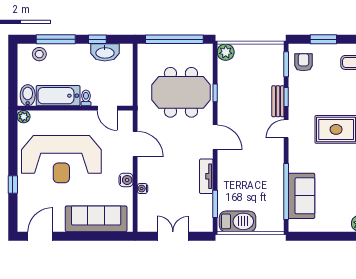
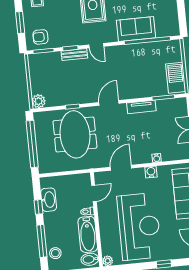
sofa: (302, 196) -> (136, 29), moved

